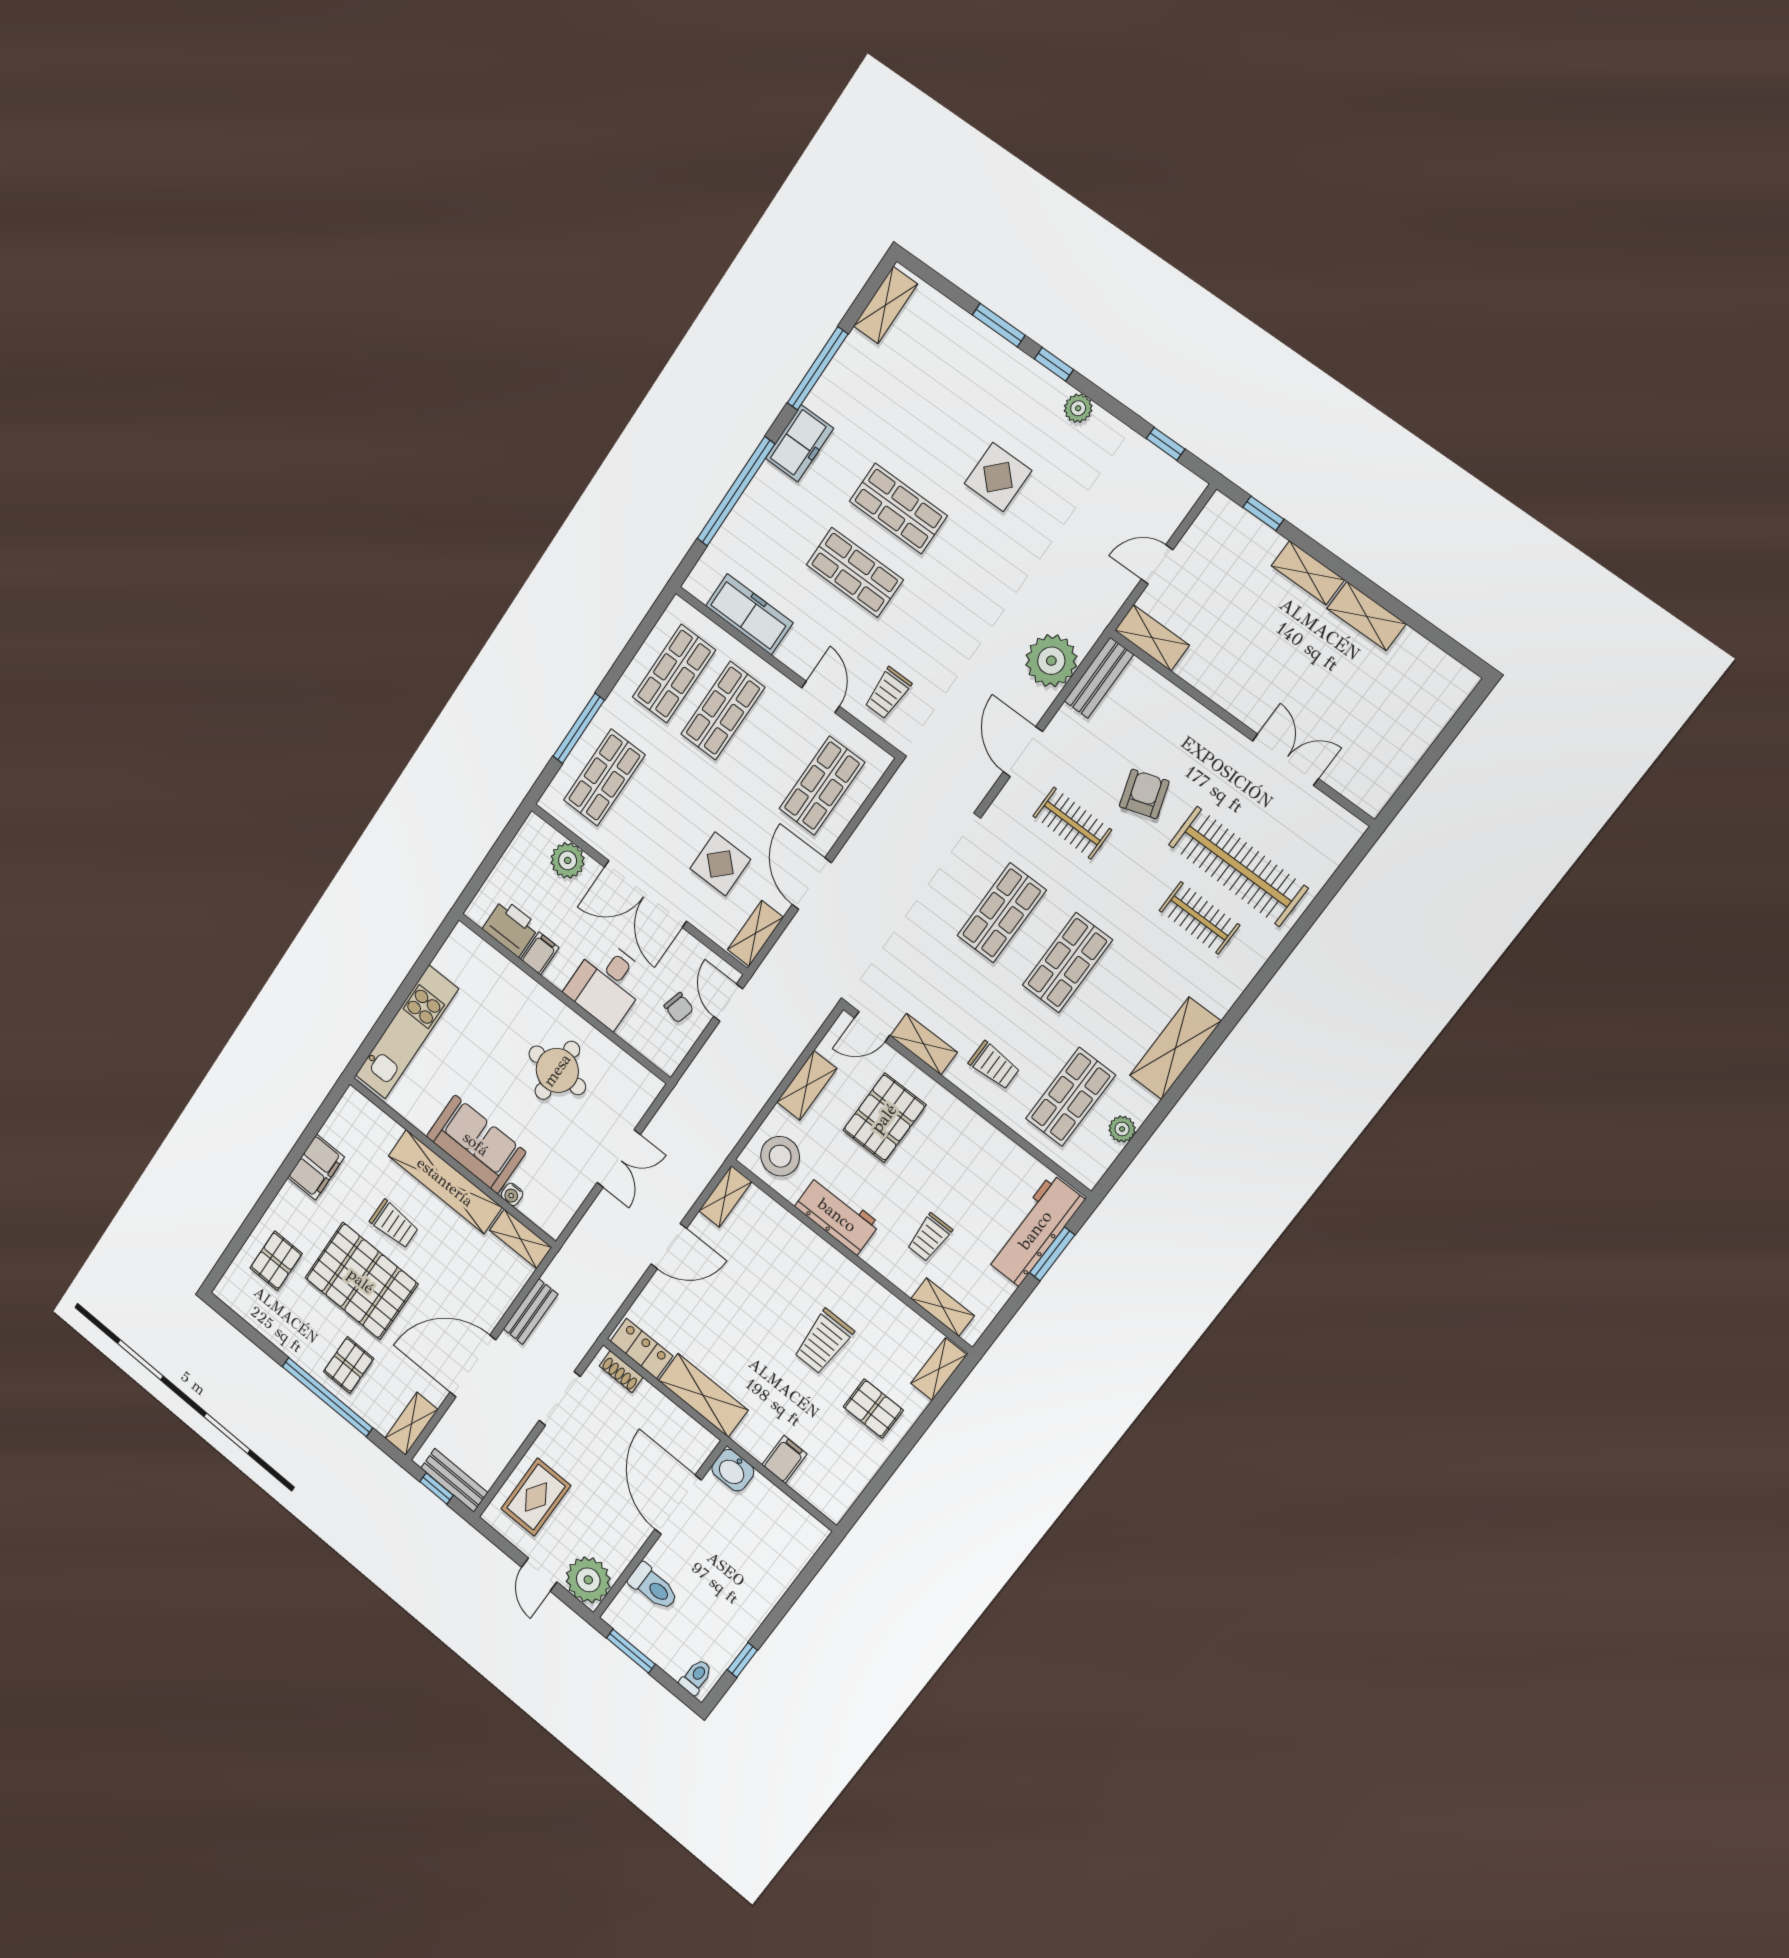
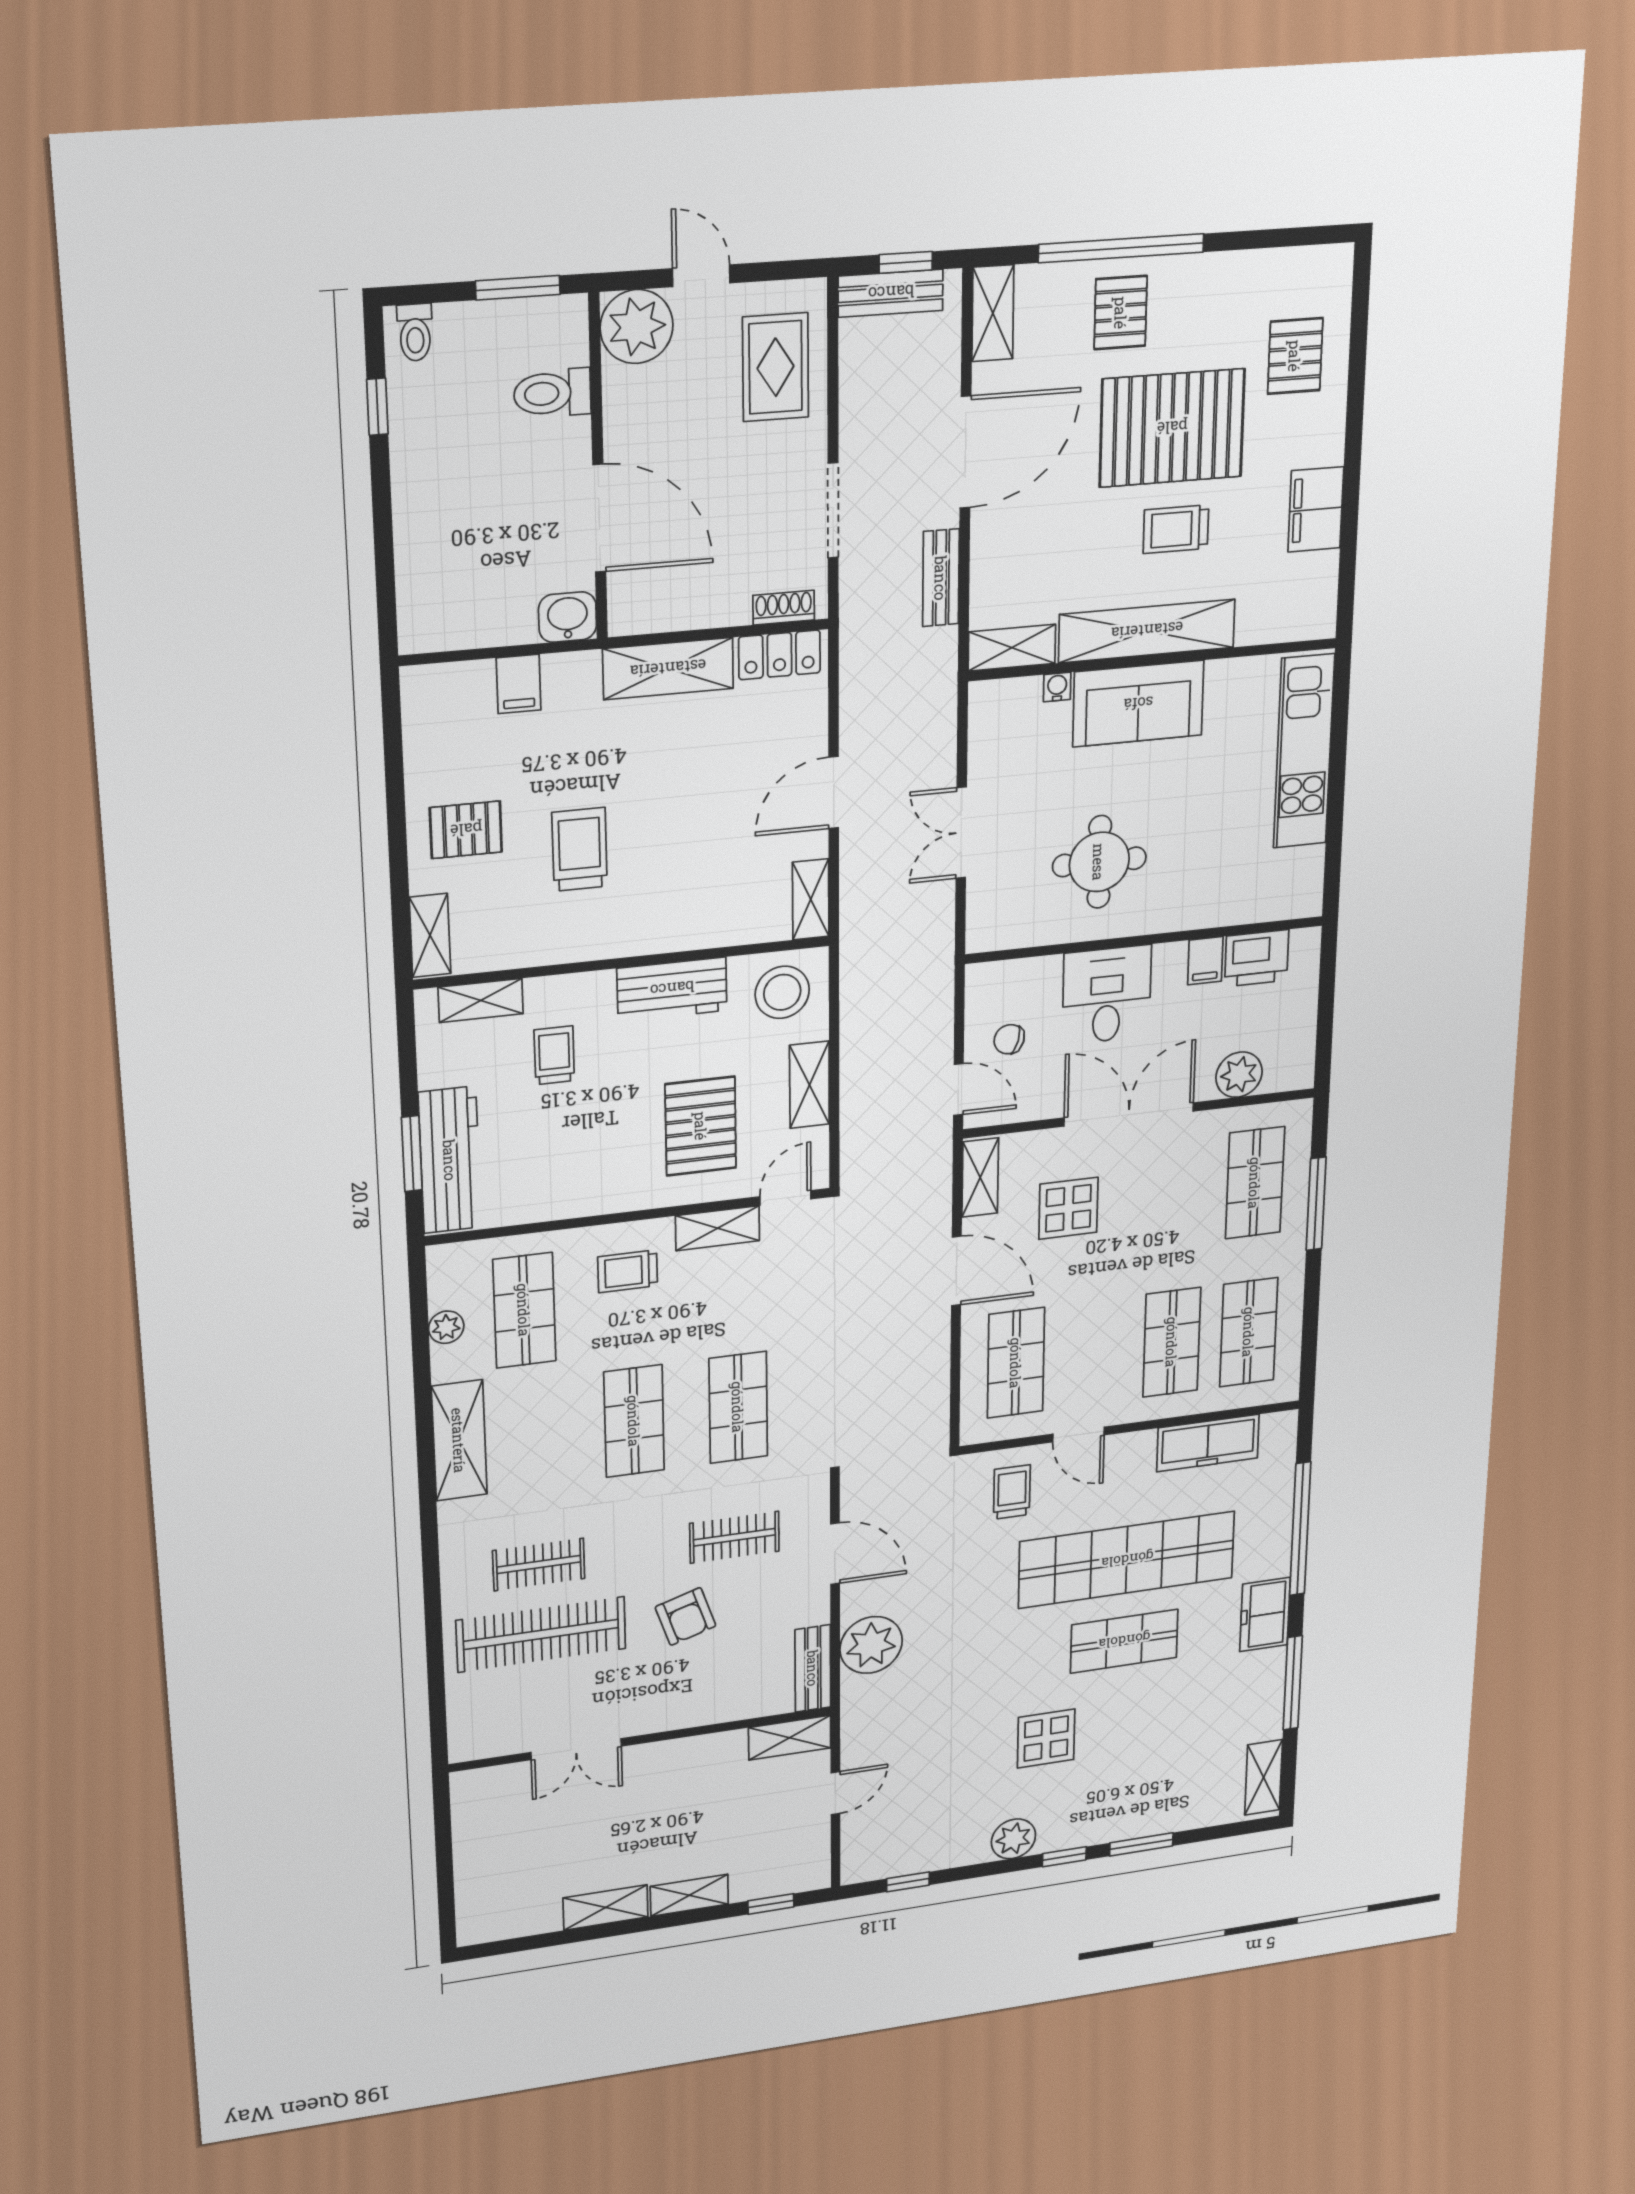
plant: (1078, 408) -> (1013, 1839), width x1.38, depth x1.38
shop shelf: (855, 572) -> (1127, 1560), width x2.00, depth x1.36

